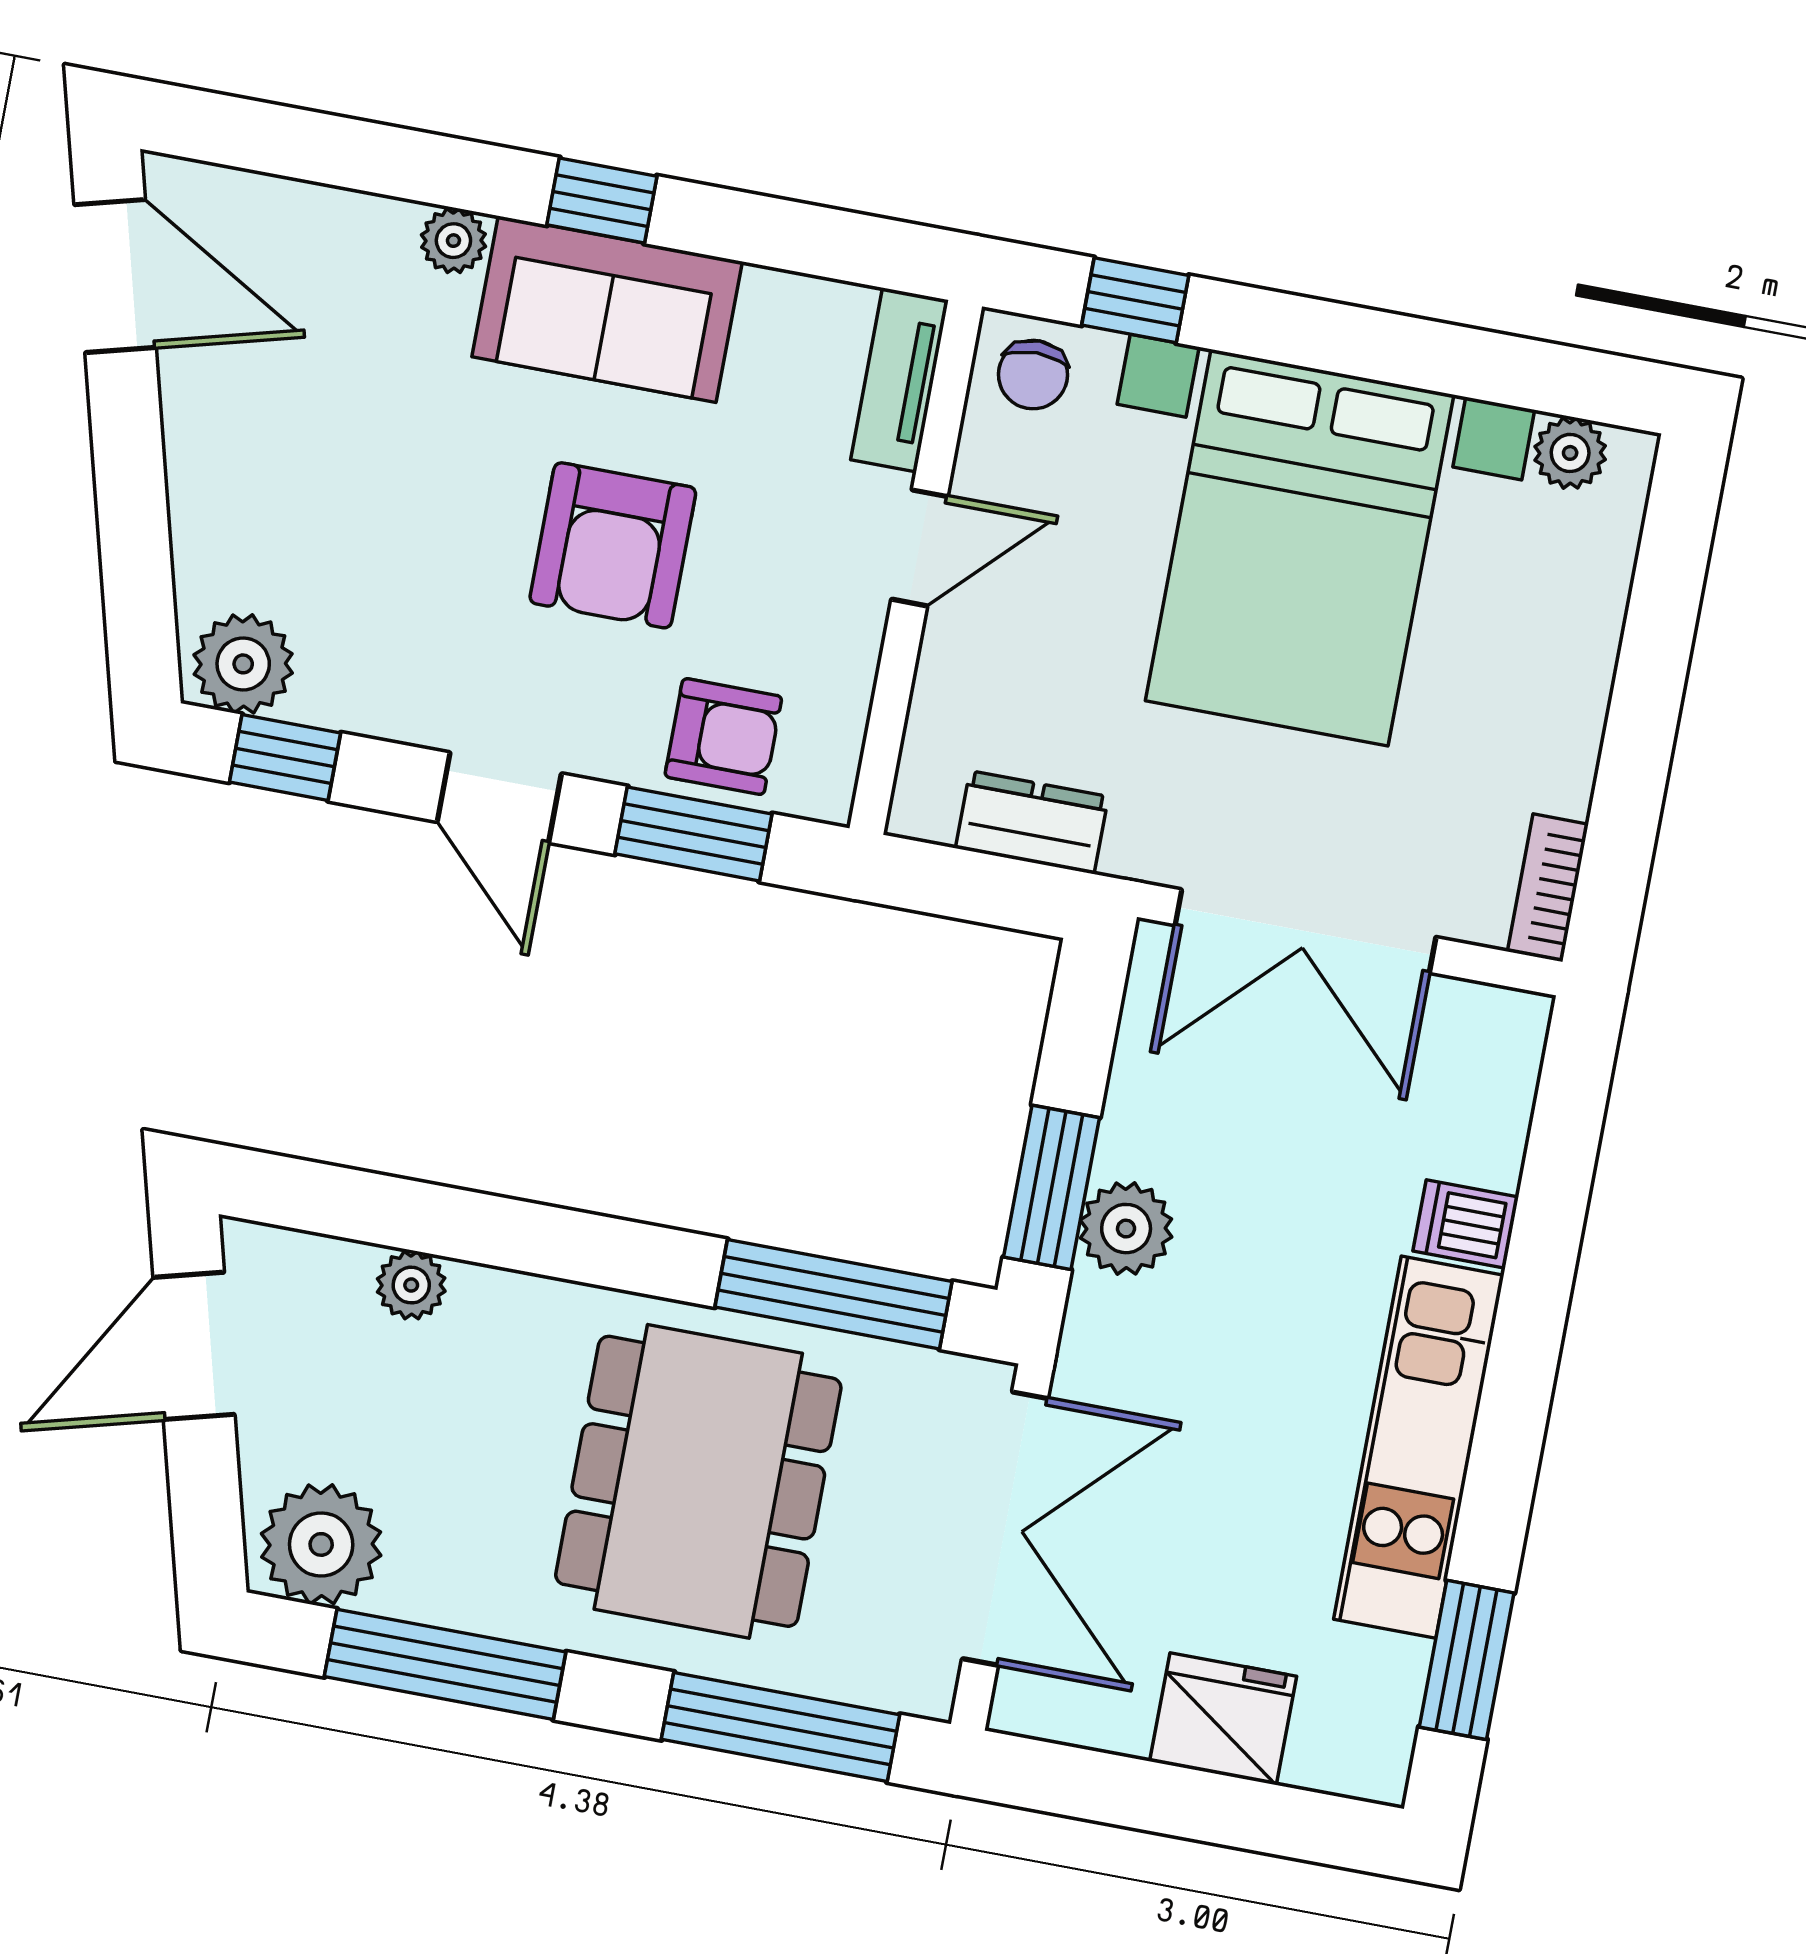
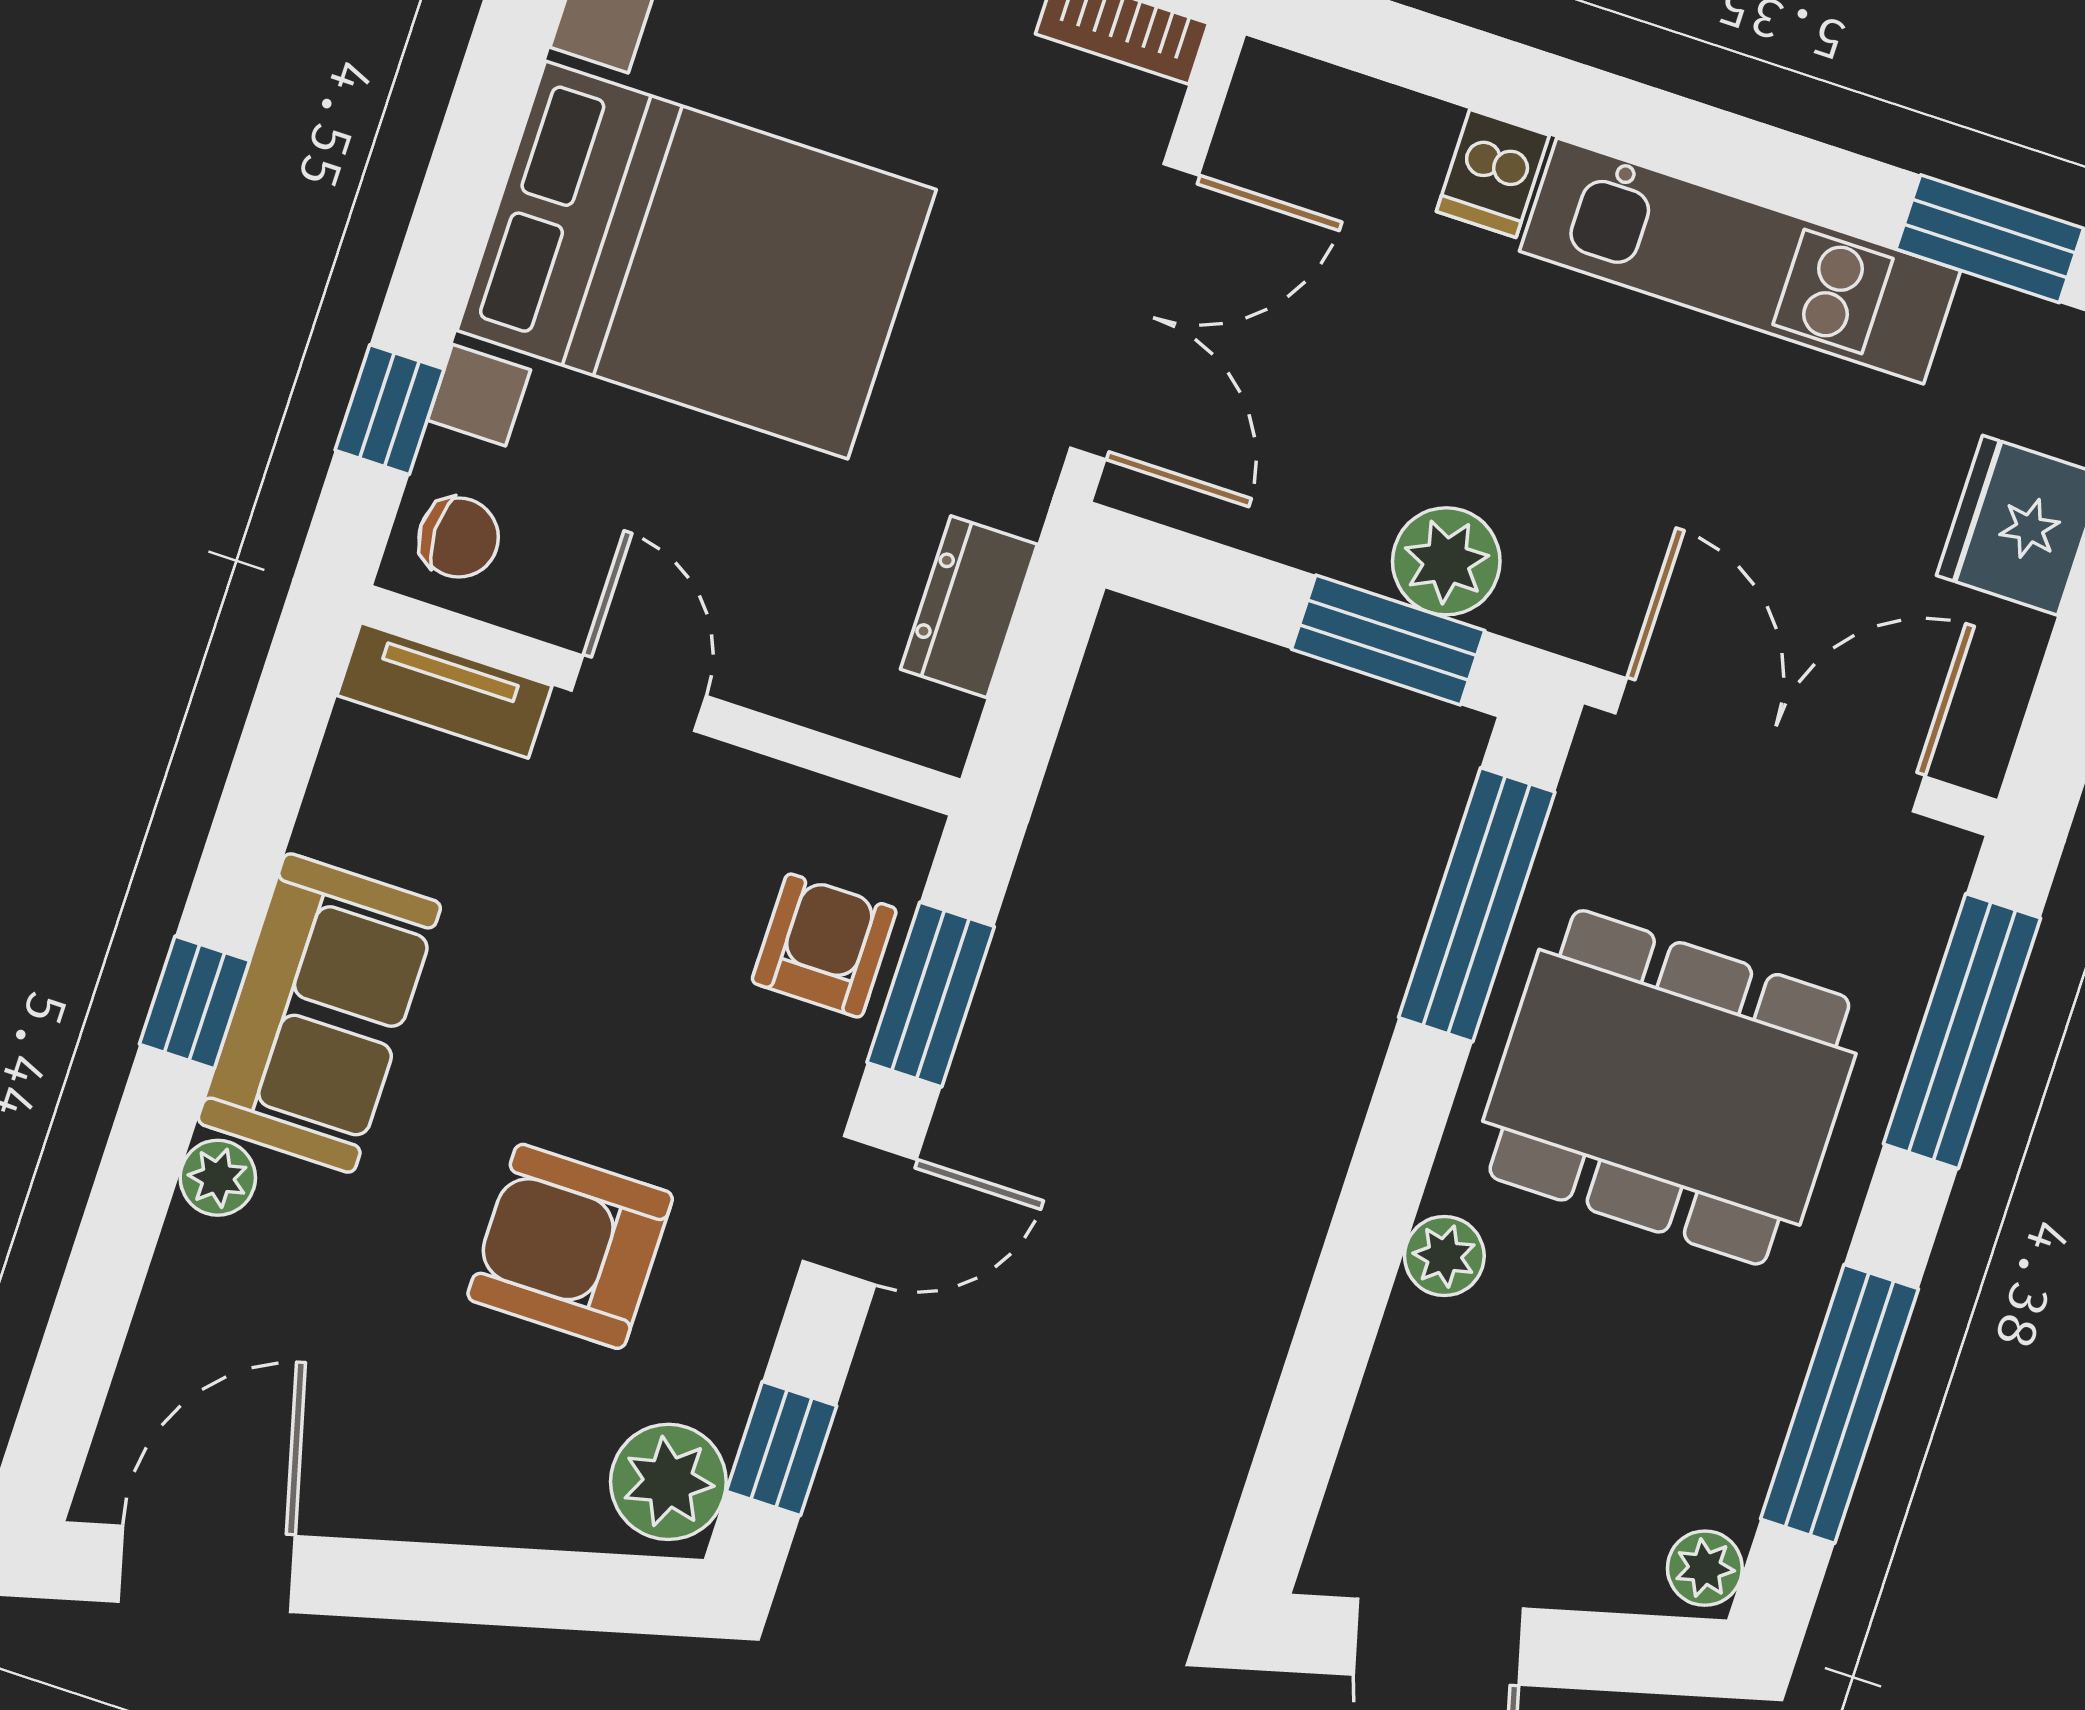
armchair: (613, 545) -> (570, 1246), moved, turned 180
plant: (411, 1285) -> (1444, 1256), moved
plant: (321, 1544) -> (1705, 1568), width x0.53, depth x0.53

